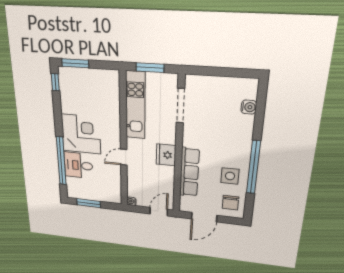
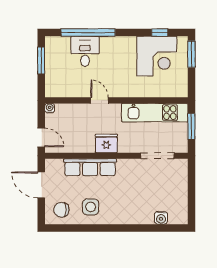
window: (55, 82) -> (160, 33), moved
corner desk: (81, 134) -> (157, 56), moved
window: (253, 167) -> (102, 228), removed

